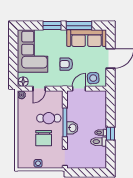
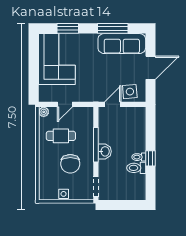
window: (52, 26) -> (68, 28), moved
armchair: (66, 64) -> (98, 75), removed
floor lamp: (23, 82) -> (46, 96), removed
cafe table: (49, 118) -> (61, 136), moved

